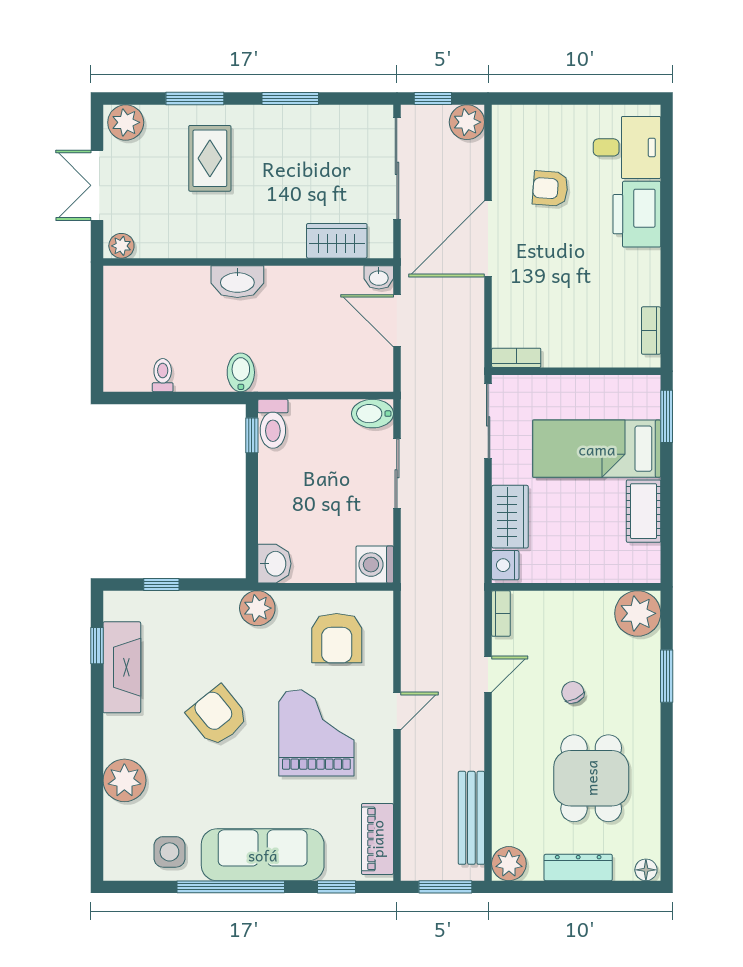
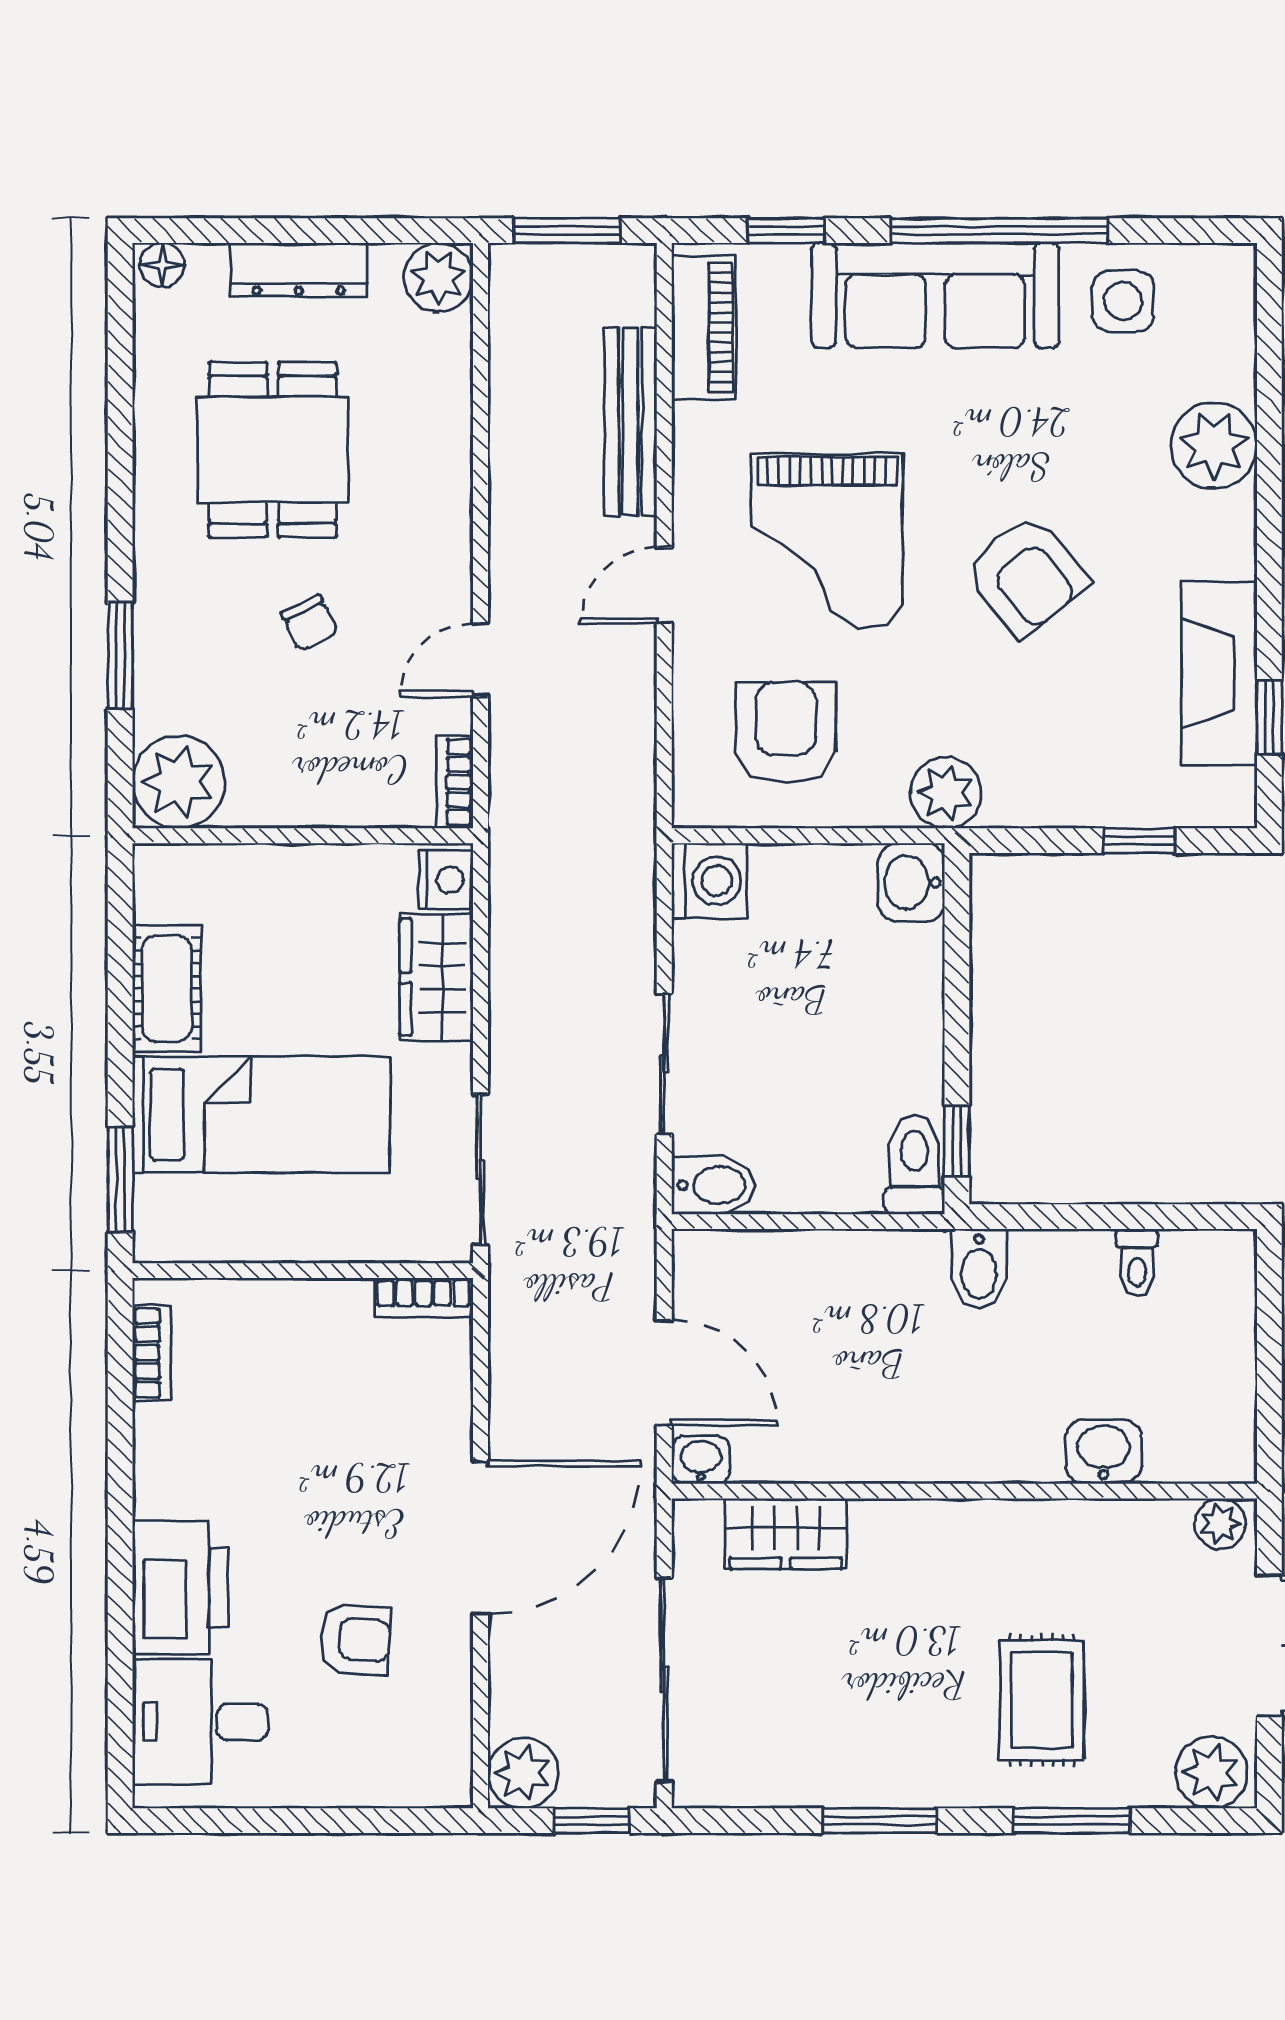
washbasin: (237, 282) -> (1103, 1451), moved, width x0.72
bench: (471, 818) -> (630, 422), moved

